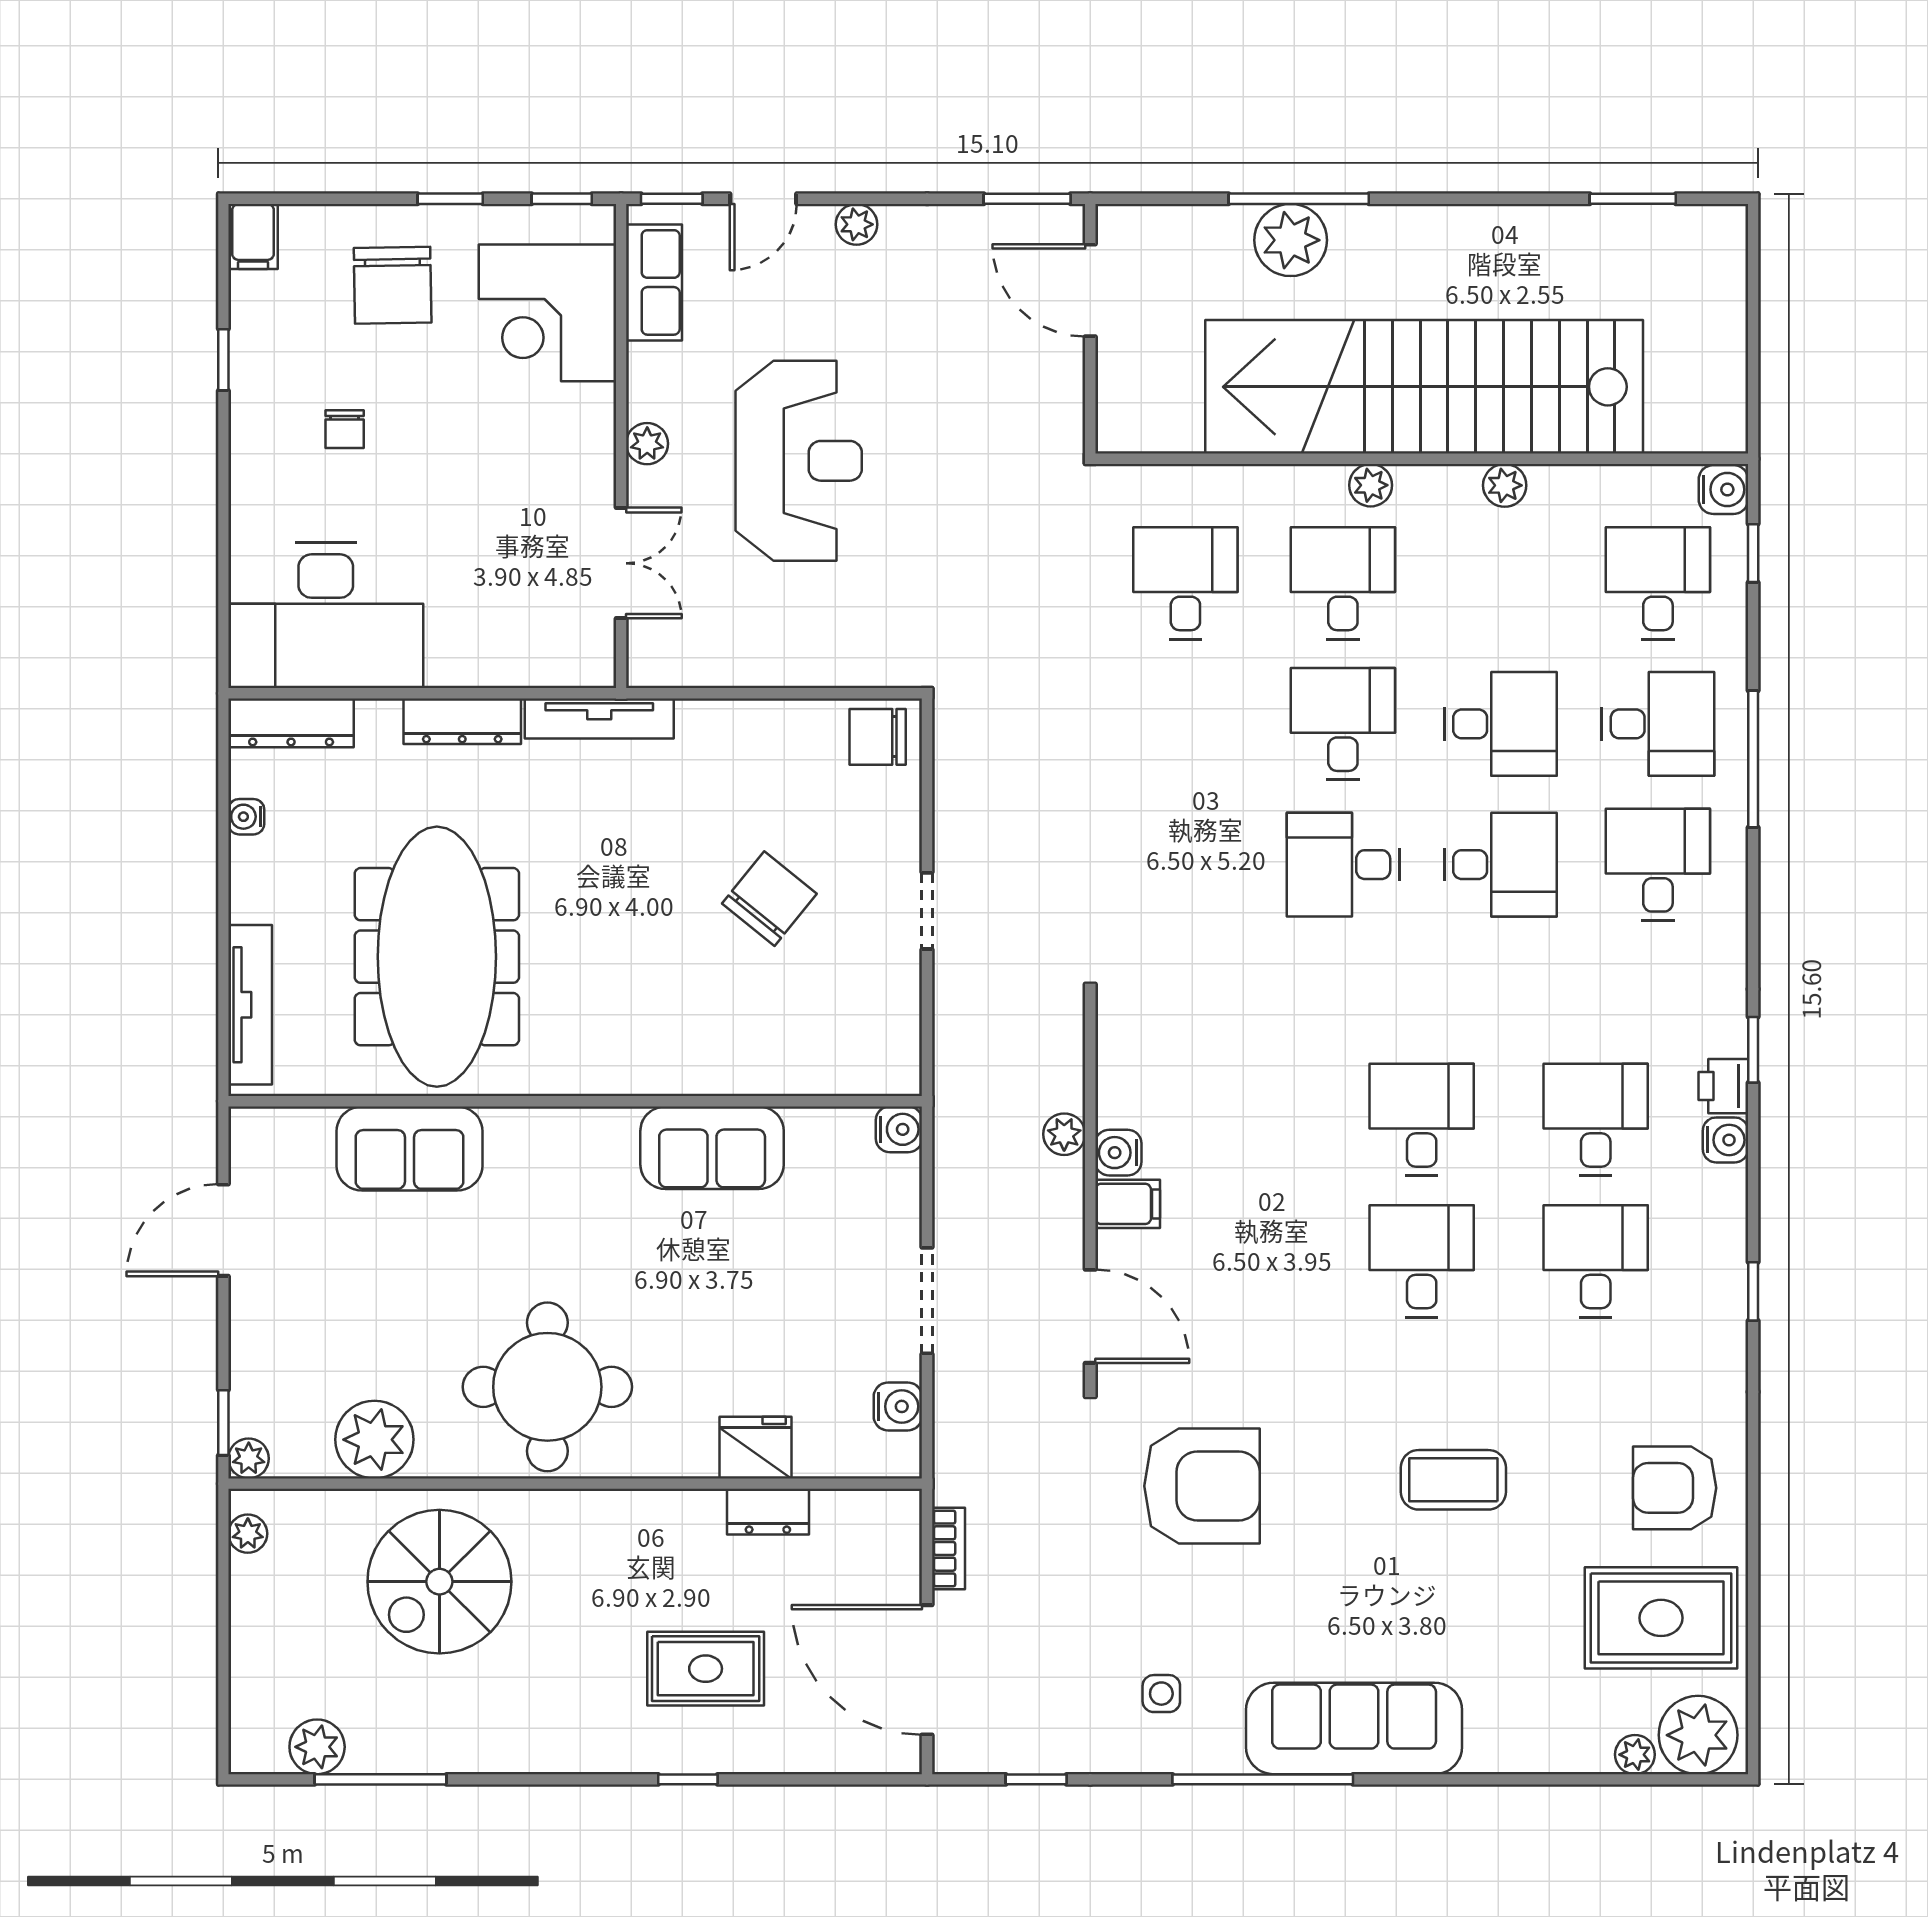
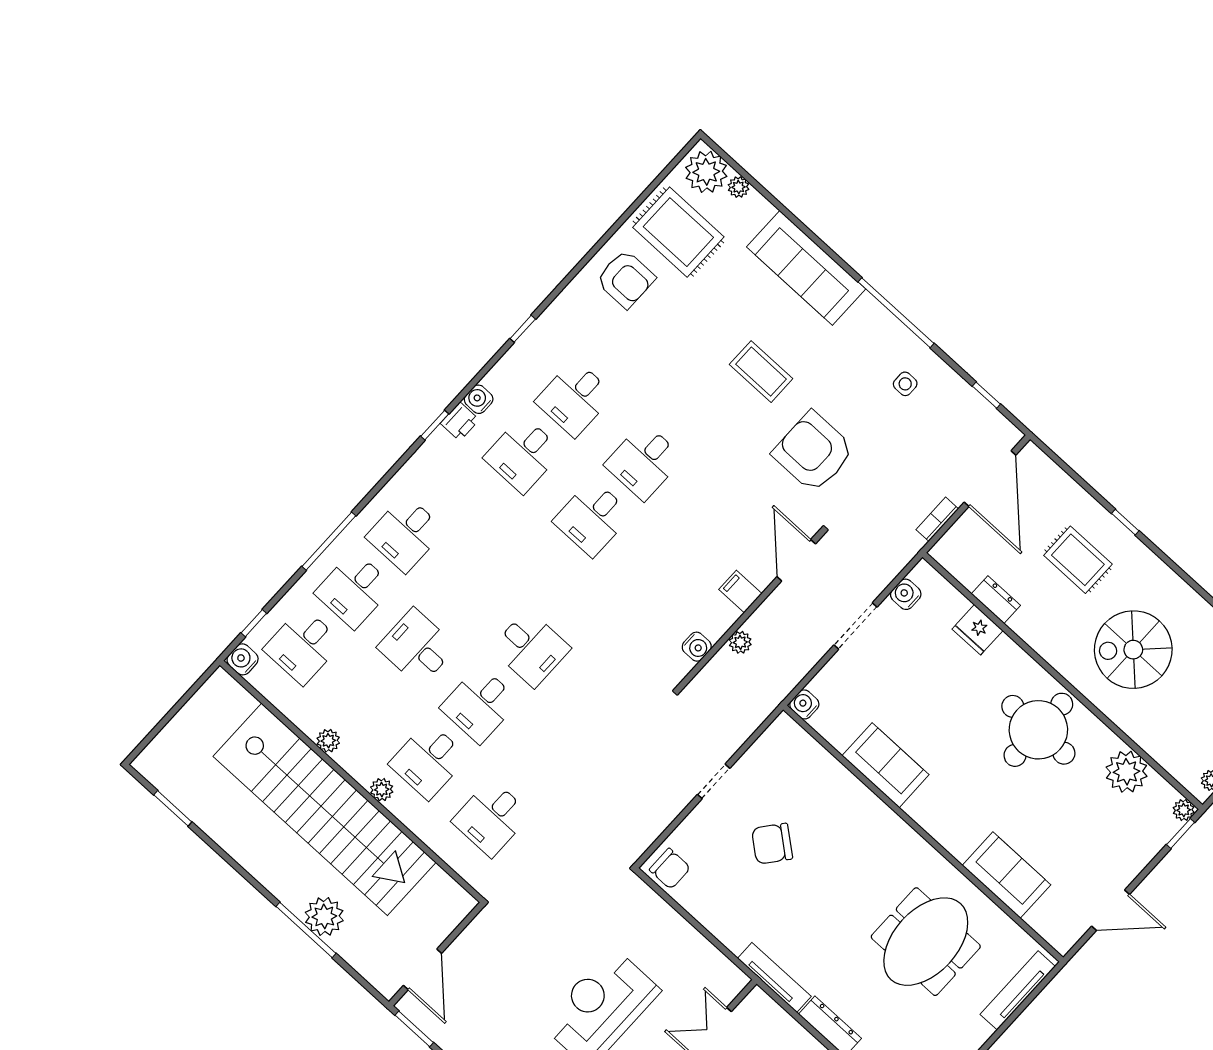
desk: (1658, 724) -> (354, 590), turned -90
desk: (1500, 865) -> (468, 591), removed
meeting table: (437, 957) -> (926, 942), width x0.73
water cooler: (1118, 1153) -> (697, 647), moved
coffee table: (1453, 1480) -> (761, 372), moved
spiral stairs: (439, 1582) -> (1133, 650), moved, turned 180
sofa: (1354, 1728) -> (806, 268), moved

